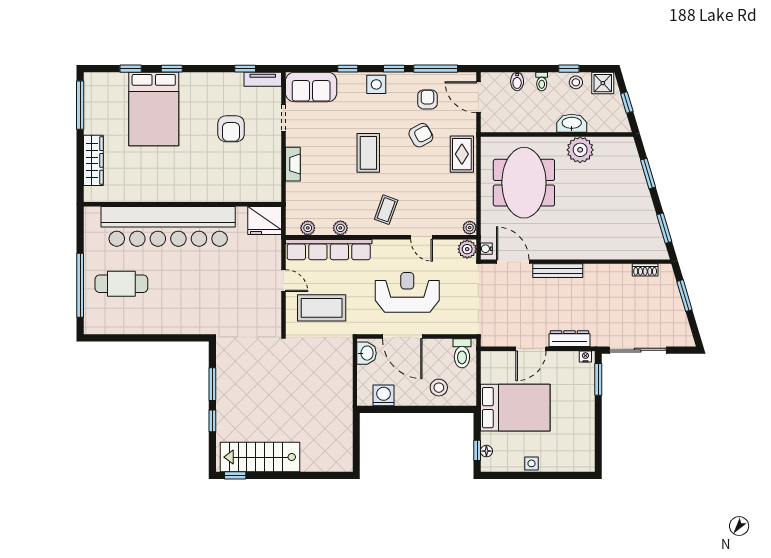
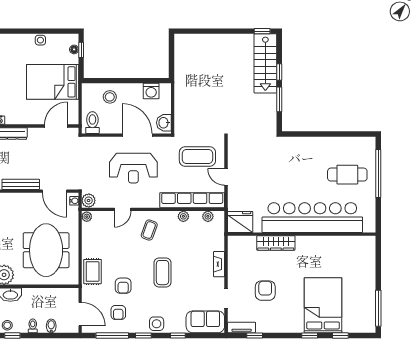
armchair: (421, 135) -> (123, 286), turned -61
wardrobe: (93, 160) -> (276, 243), moved, turned -90
door: (422, 237) -> (123, 209), swing flipped
door: (531, 349) -> (56, 126), moved
stairs: (260, 457) -> (265, 63), moved, turned 90

